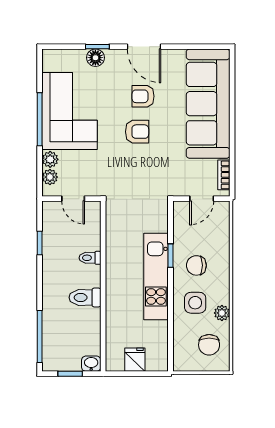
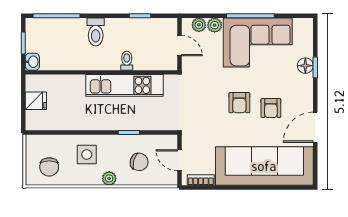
door: (144, 47) -> (315, 127), moved
armchair: (143, 96) -> (271, 108), turned 180
door: (73, 199) -> (180, 46), swing flipped
chair: (196, 265) -> (139, 162), moved, turned 105
kitchen unit: (156, 277) -> (125, 85), moved, turned 180
toilet: (85, 297) -> (96, 32), moved, turned 180
plant: (222, 313) -> (109, 178), moved
chair: (209, 345) -> (49, 167), turned -90

